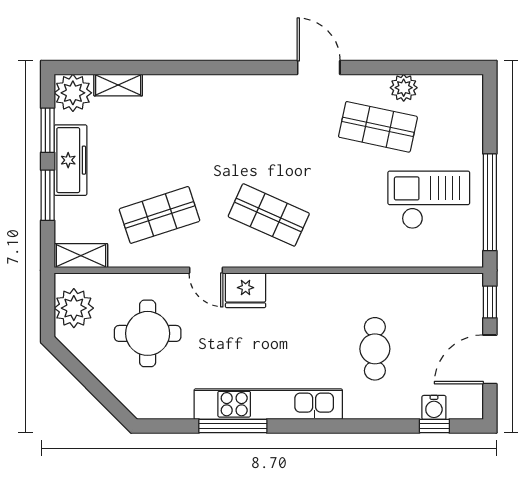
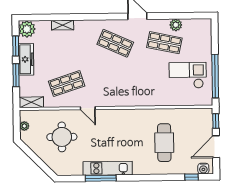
shelving: (118, 85) -> (63, 25), moved
shop shelf: (269, 215) -> (115, 43), moved
fridge: (246, 290) -> (106, 117), removed
plant: (74, 308) -> (24, 126), width x0.53, depth x0.53
cafe table: (375, 349) -> (164, 143), width x1.37, depth x1.35
kitchen unit: (268, 404) -> (108, 168), width x0.73
water cooler: (434, 407) -> (203, 169), moved

